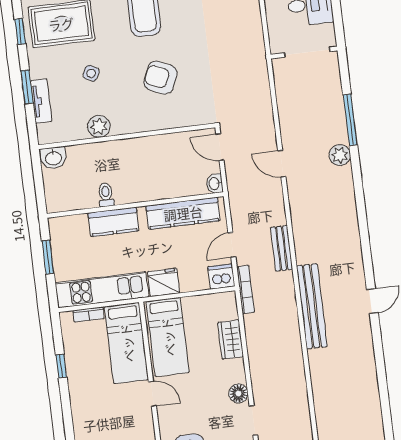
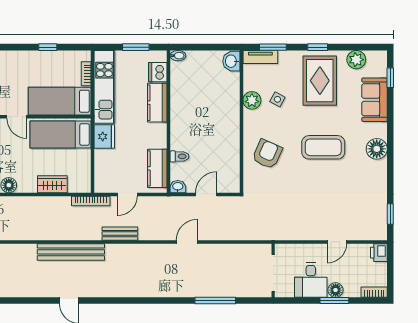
plant: (99, 126) -> (252, 100), moved
wall: (127, 136) -> (241, 122), moved
plant: (340, 155) -> (188, 289), removed
washbasin: (53, 158) -> (231, 61), moved
toilet: (106, 195) -> (180, 156), moved
bidet: (52, 203) -> (178, 56), added
kitchen counter: (183, 213) -> (157, 168), width x0.67
door: (232, 245) -> (127, 194), swing flipped
dishwasher: (221, 277) -> (158, 72), moved, turned 180
door: (152, 394) -> (17, 117), hinge flipped

